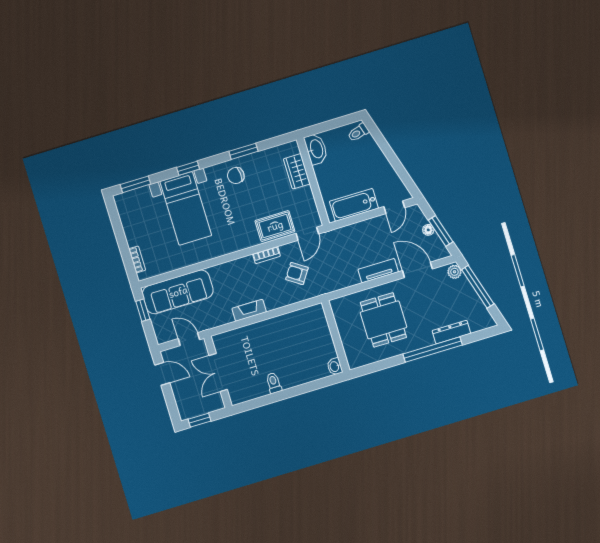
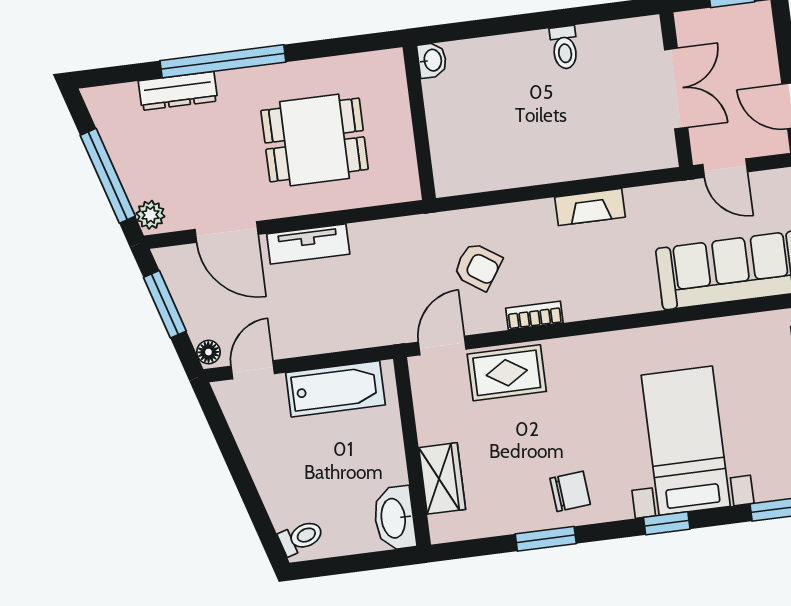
floor lamp: (428, 230) -> (208, 352), moved
dining table: (383, 320) -> (315, 140), turned 90

